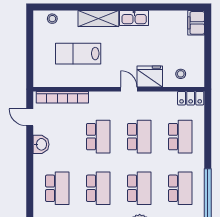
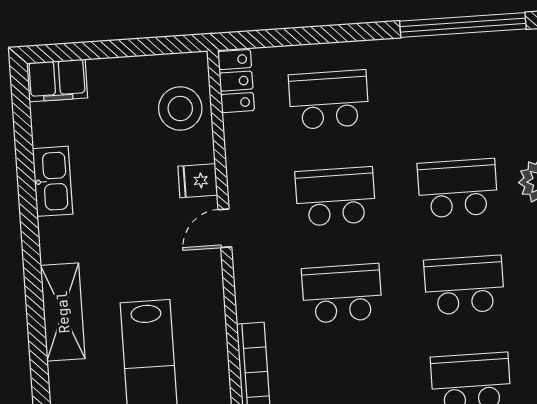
kitchen sink: (134, 18) -> (53, 181), moved
stool: (181, 74) -> (180, 108), width x1.89, depth x1.89
fridge: (150, 76) -> (198, 181), width x0.53, depth x0.75
school desk: (180, 188) -> (451, 91), removed

